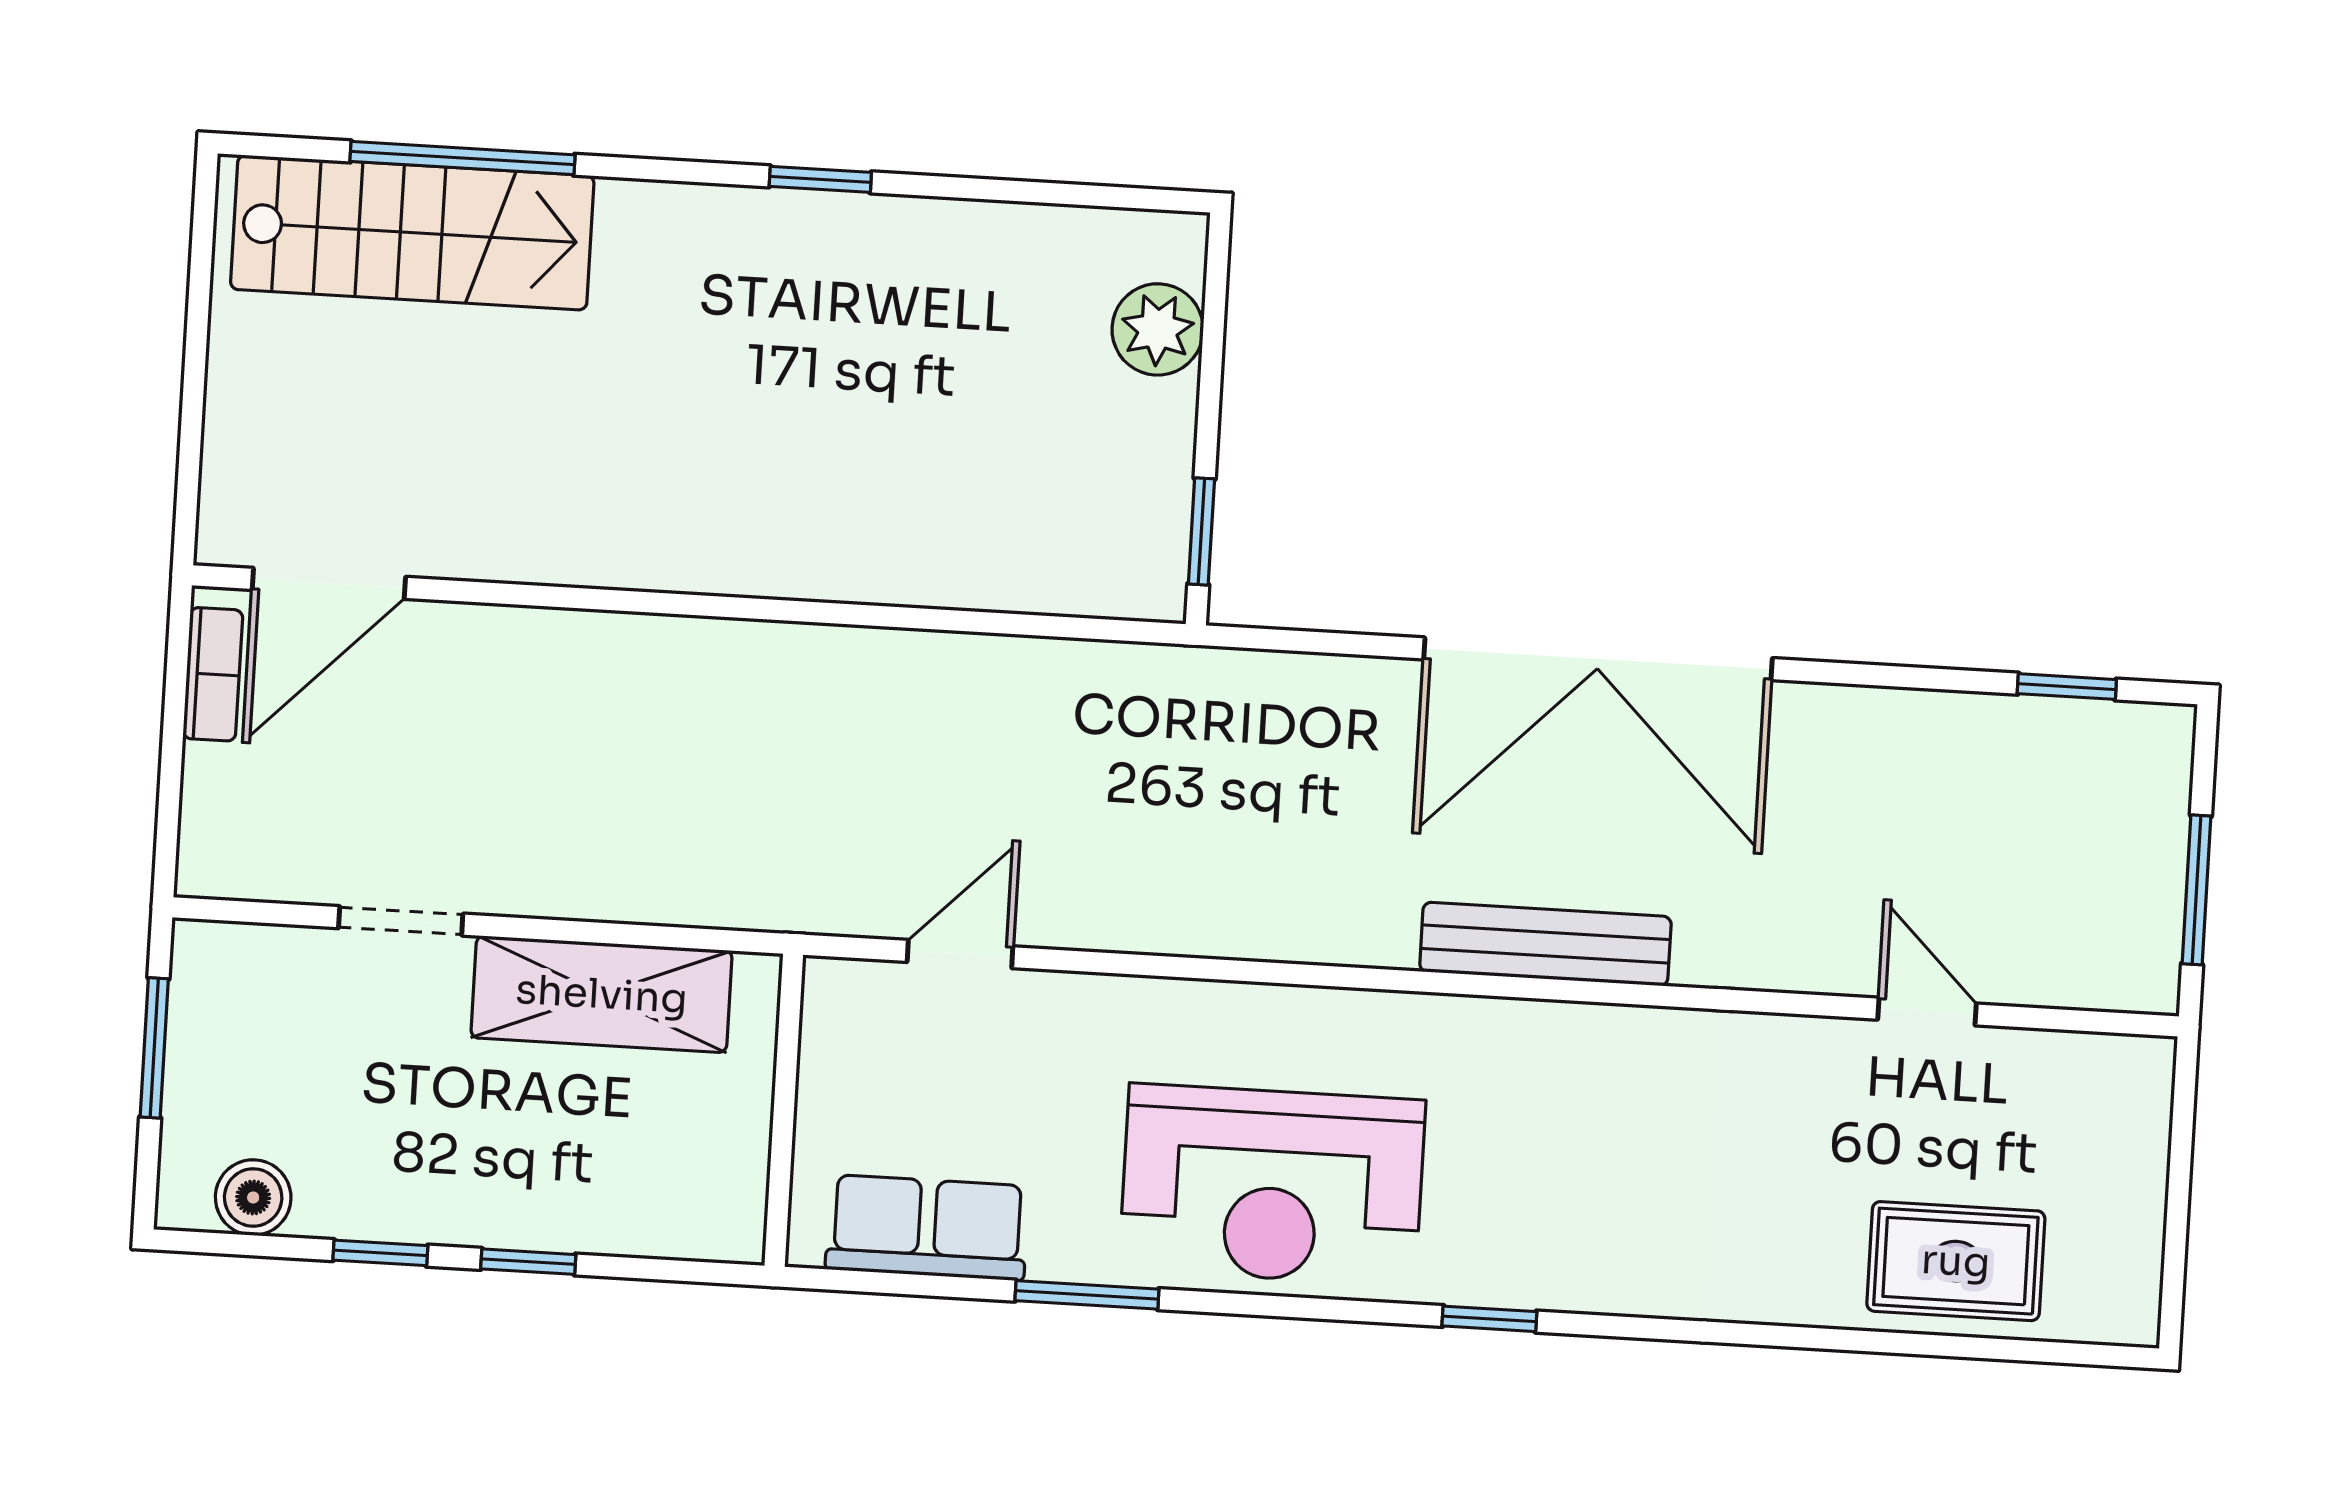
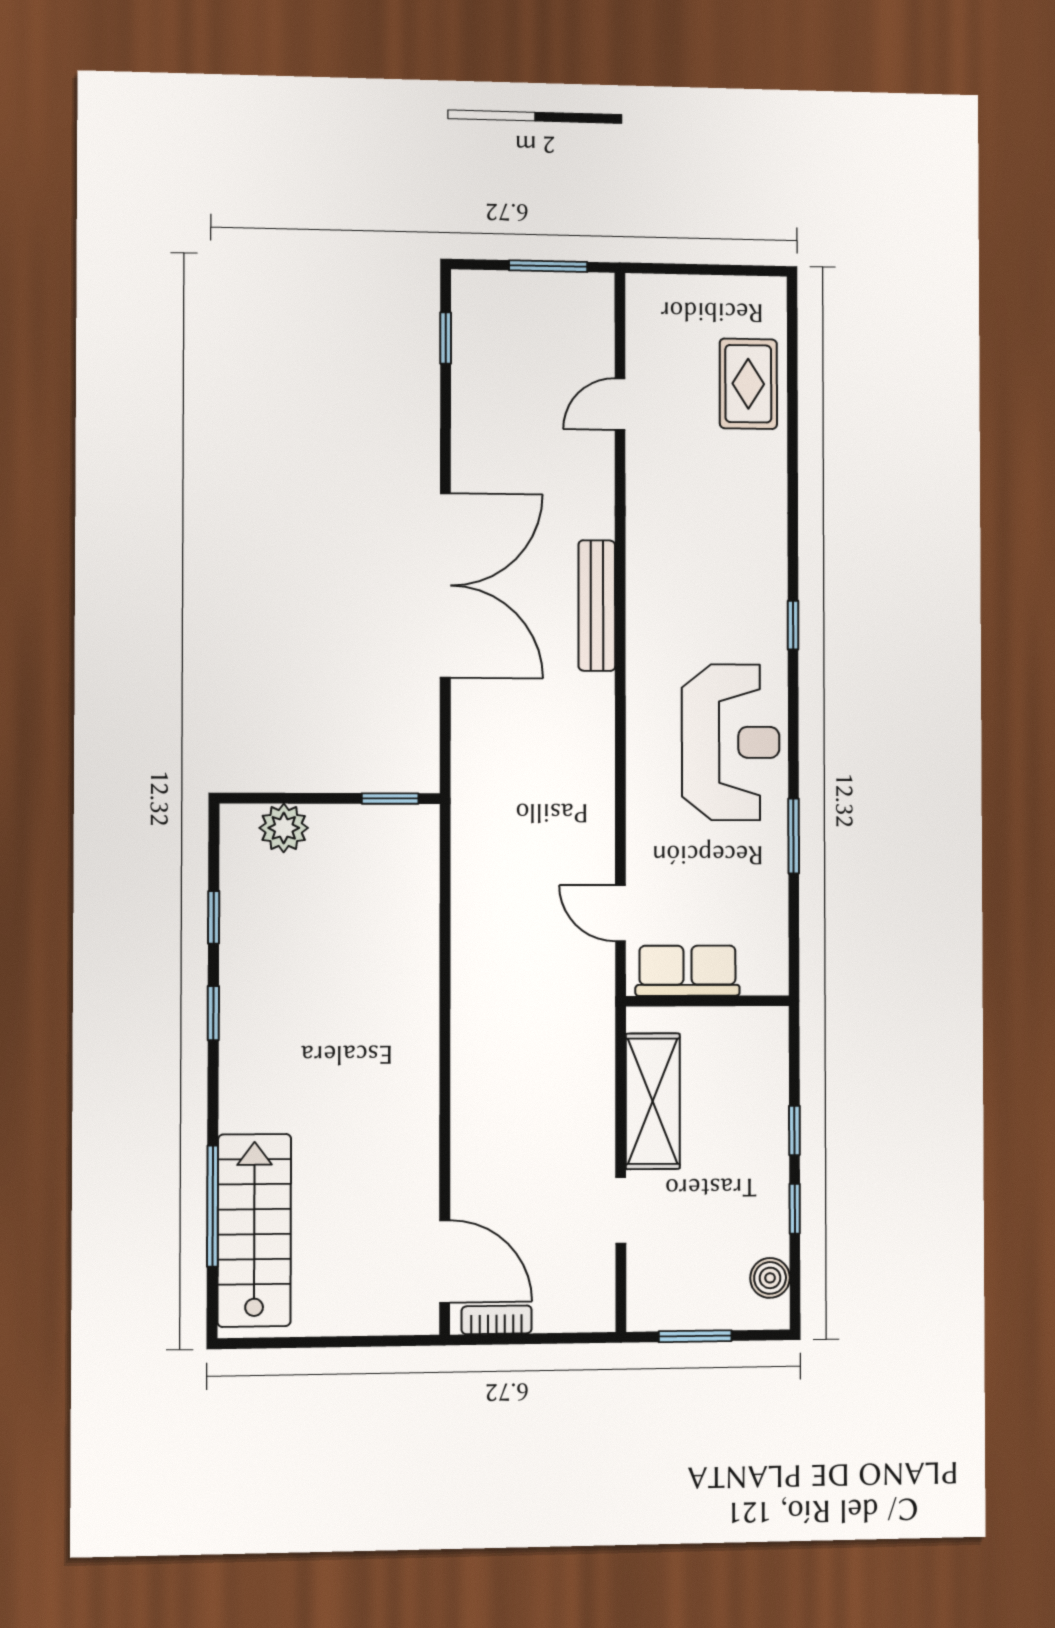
window: (998, 190) -> (214, 917), added
row of seats: (927, 1228) -> (688, 971), moved, turned 90

